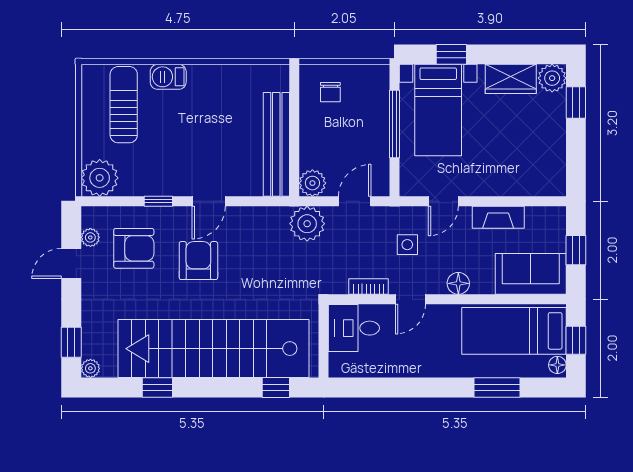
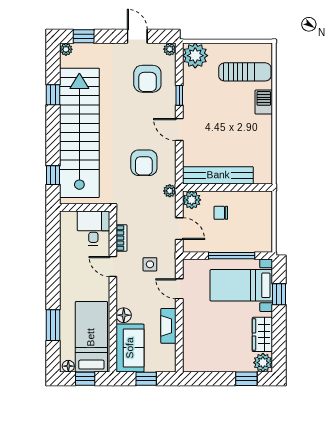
chair: (330, 92) -> (221, 213), moved
plant: (307, 224) -> (170, 191), width x0.53, depth x0.53
plant: (90, 237) -> (170, 49), moved
armchair: (198, 261) -> (144, 163), moved, turned 90
floor lamp: (458, 283) -> (124, 315), moved

